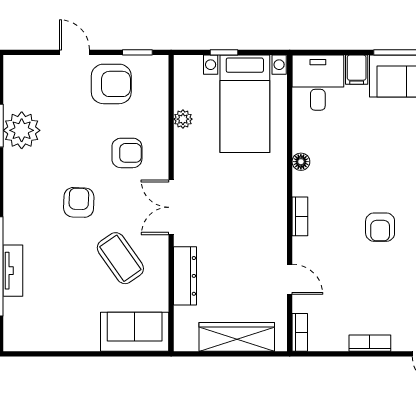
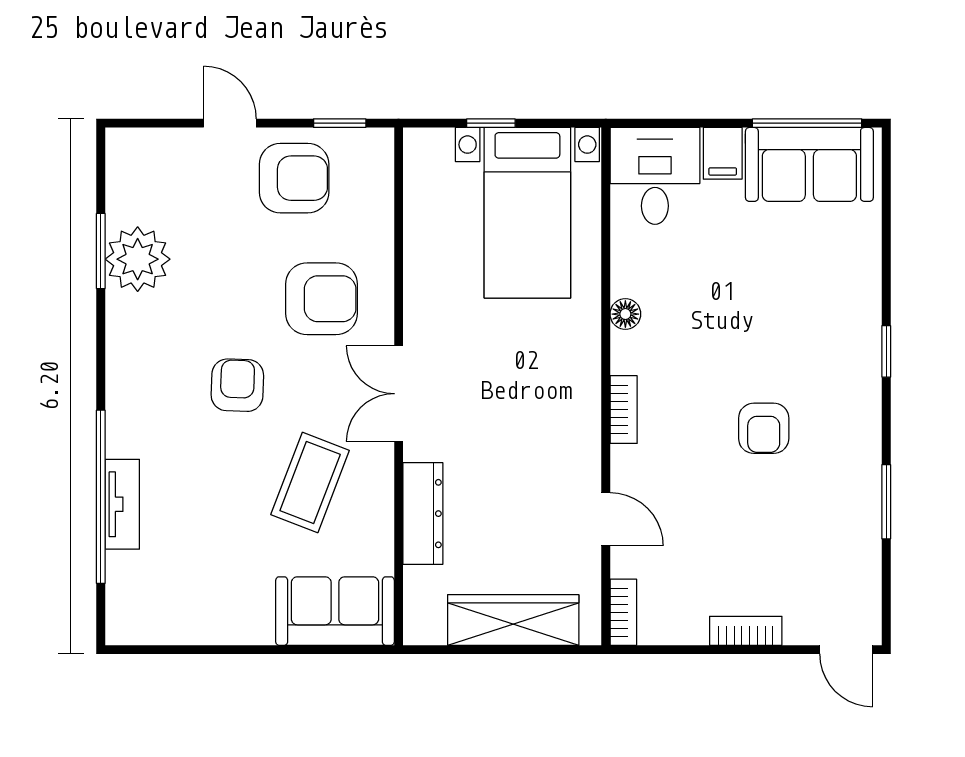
plant: (183, 119) -> (419, 240), removed
armchair: (127, 153) -> (322, 299), width x1.38, depth x1.38
coffee table: (120, 258) -> (310, 482), turned 56

